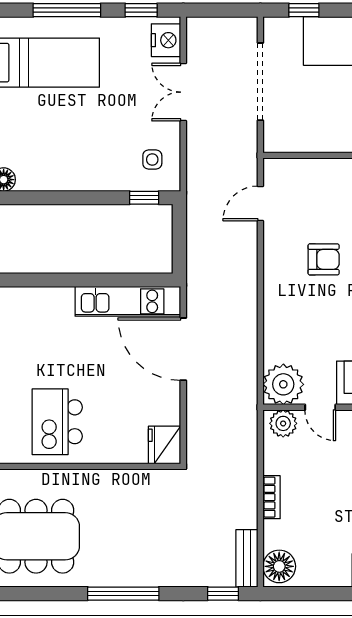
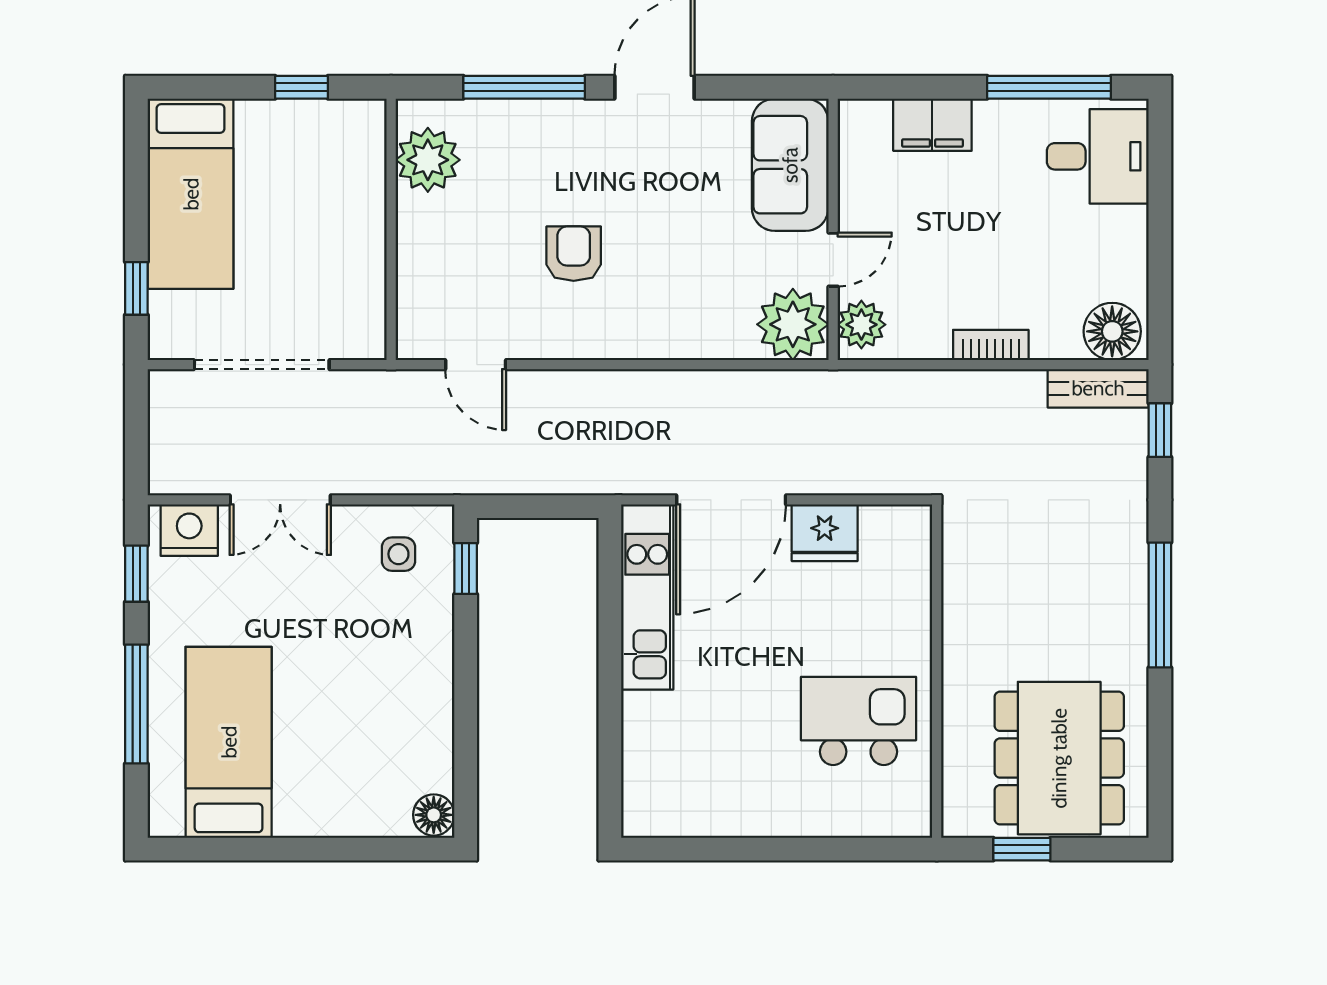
kitchen island: (57, 422) -> (858, 721), turned 180
fridge: (165, 445) -> (825, 533), moved

